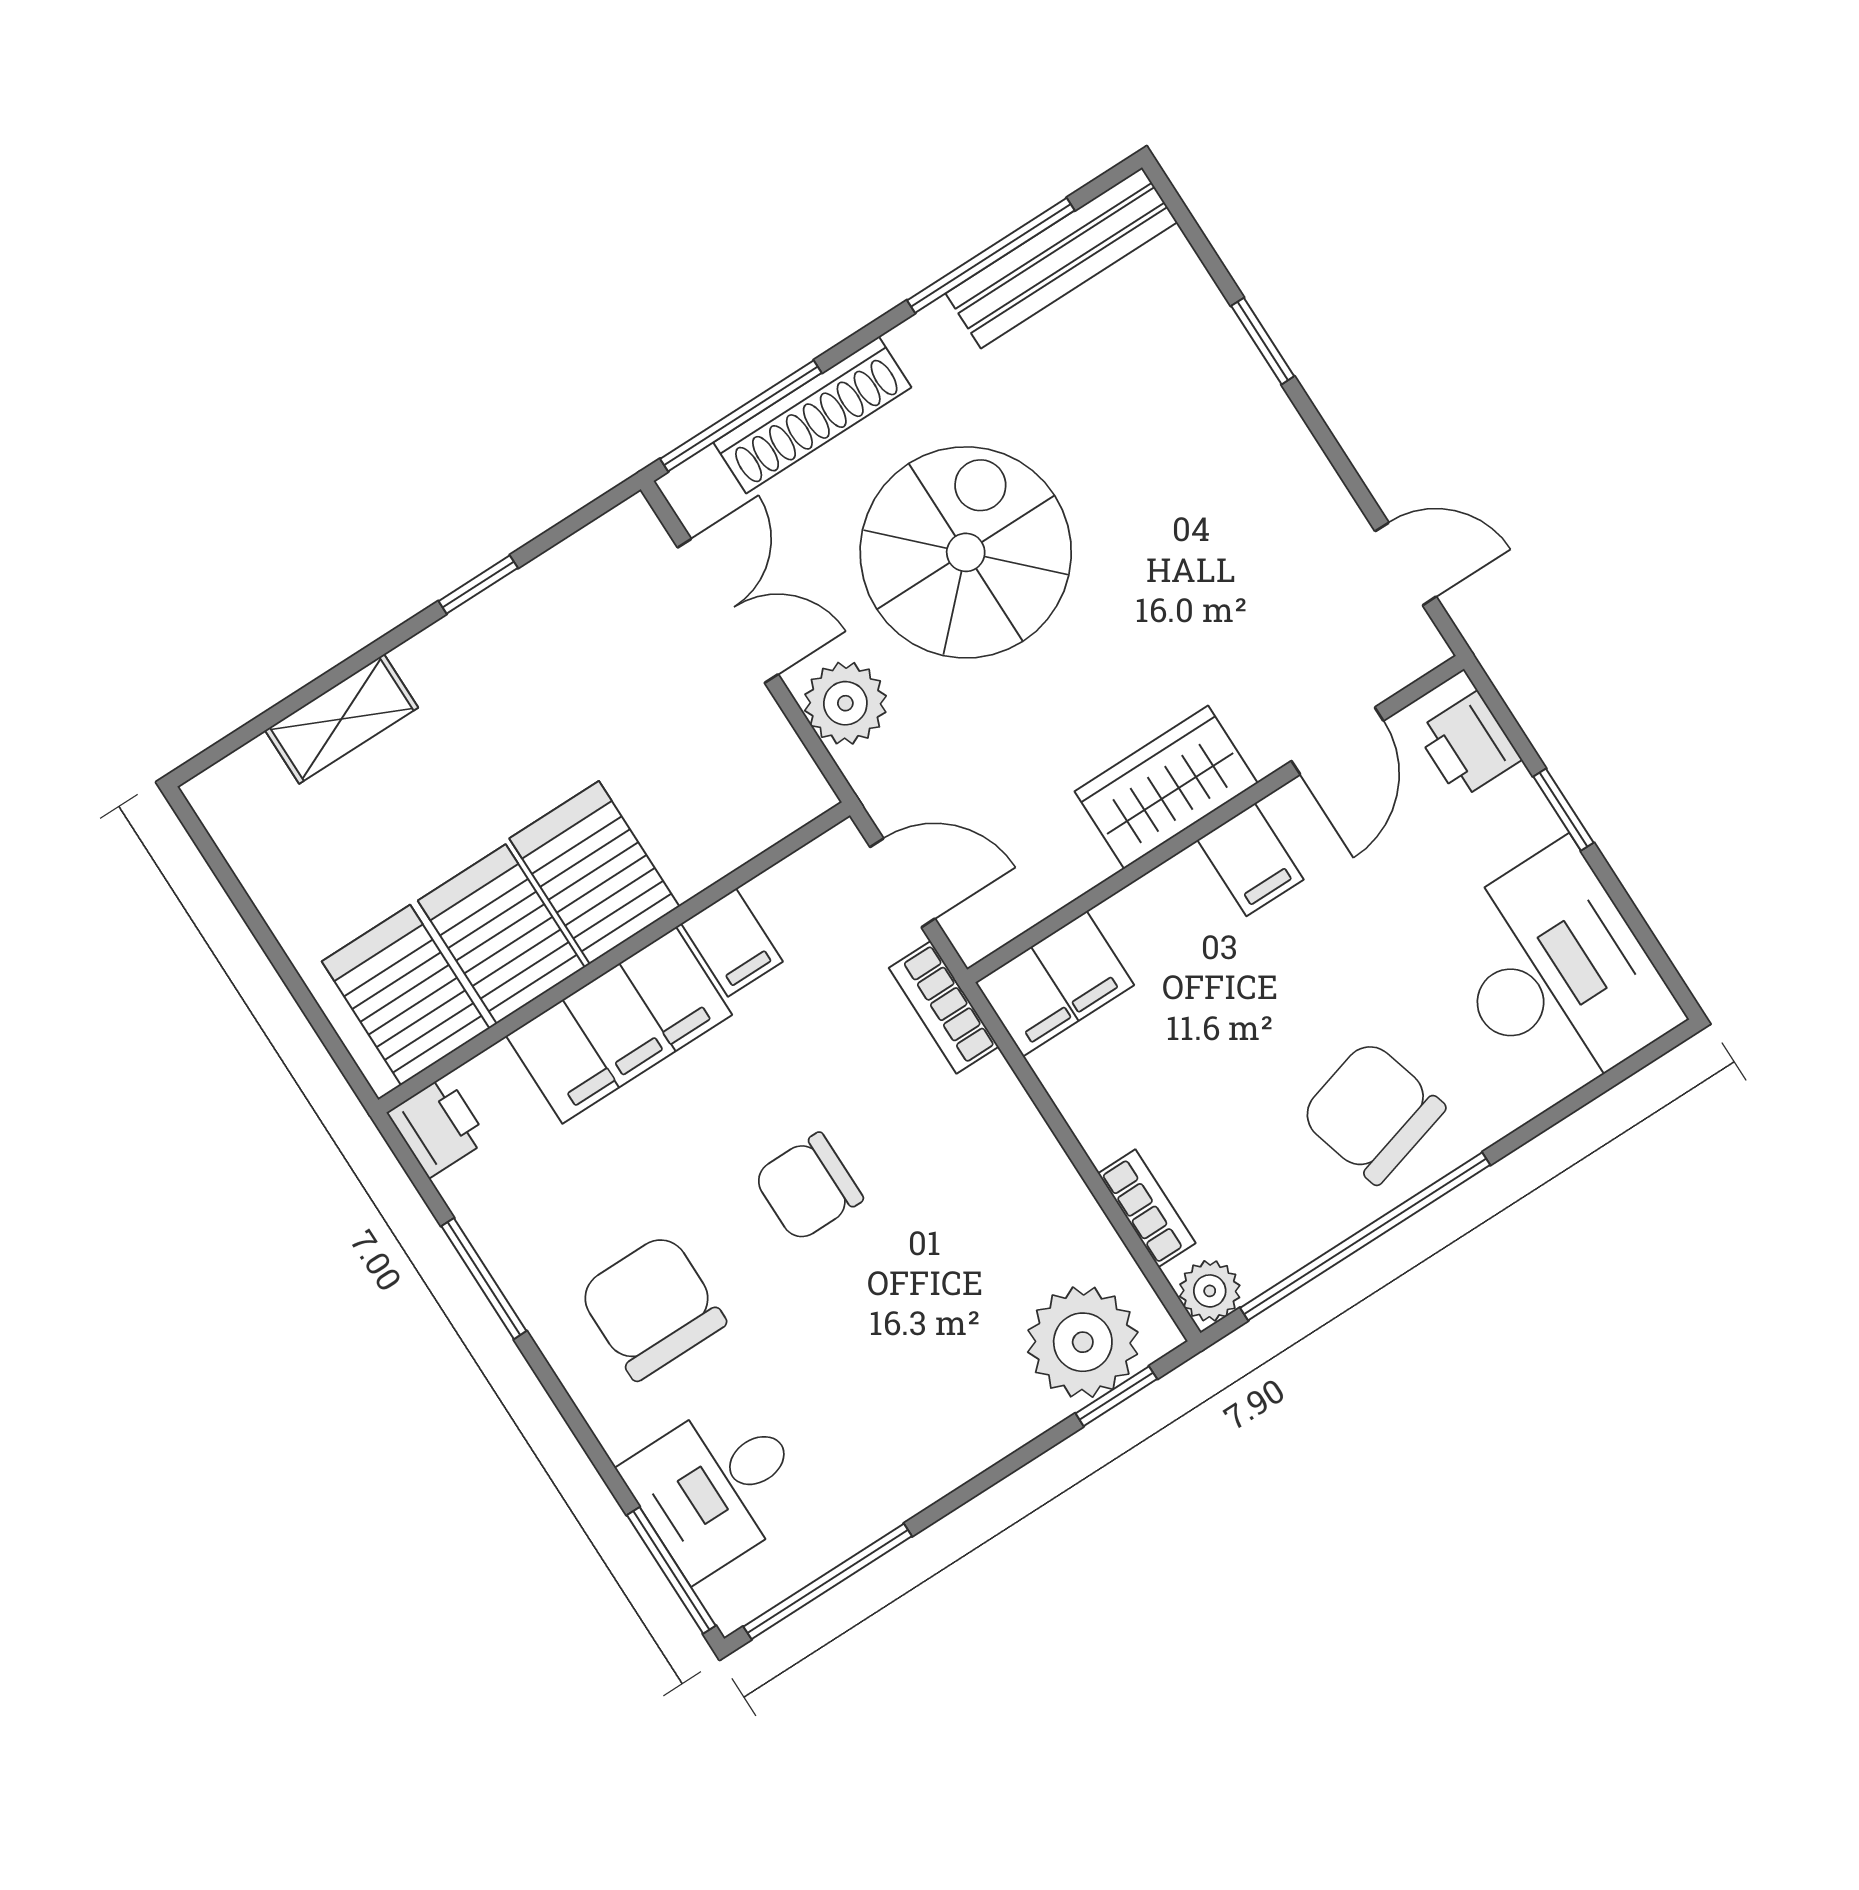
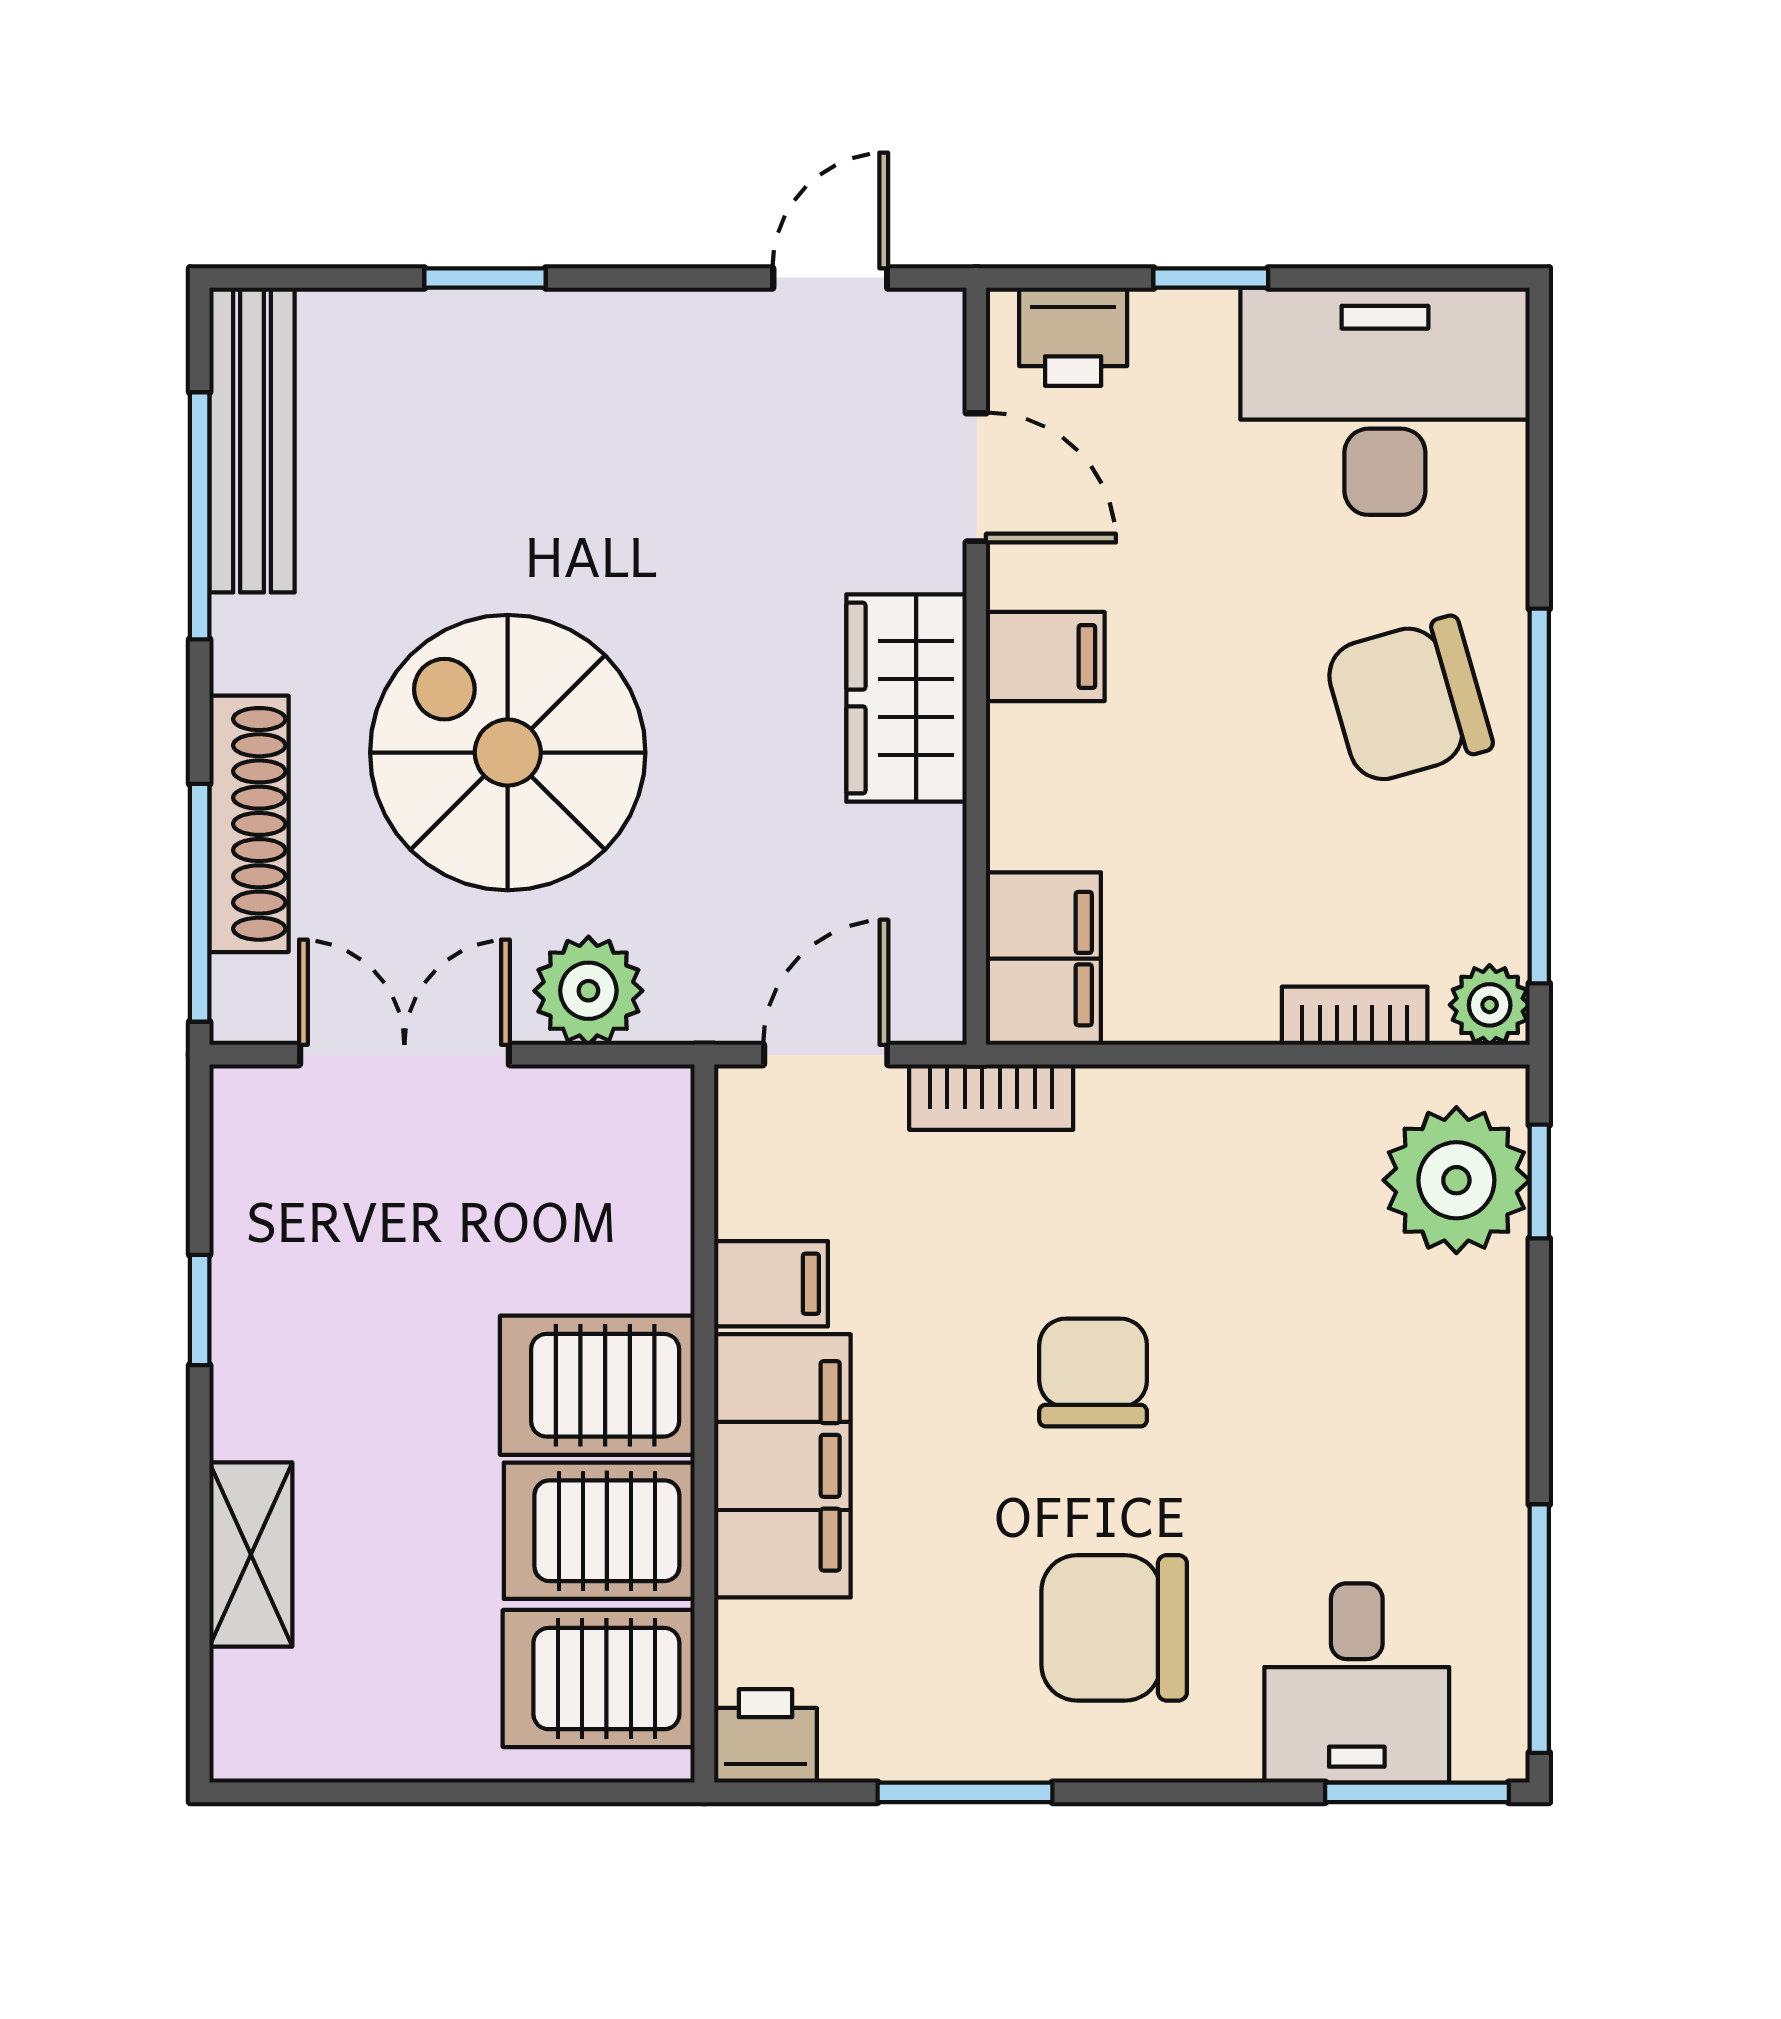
chair: (808, 1187) -> (1093, 1372), turned 180

